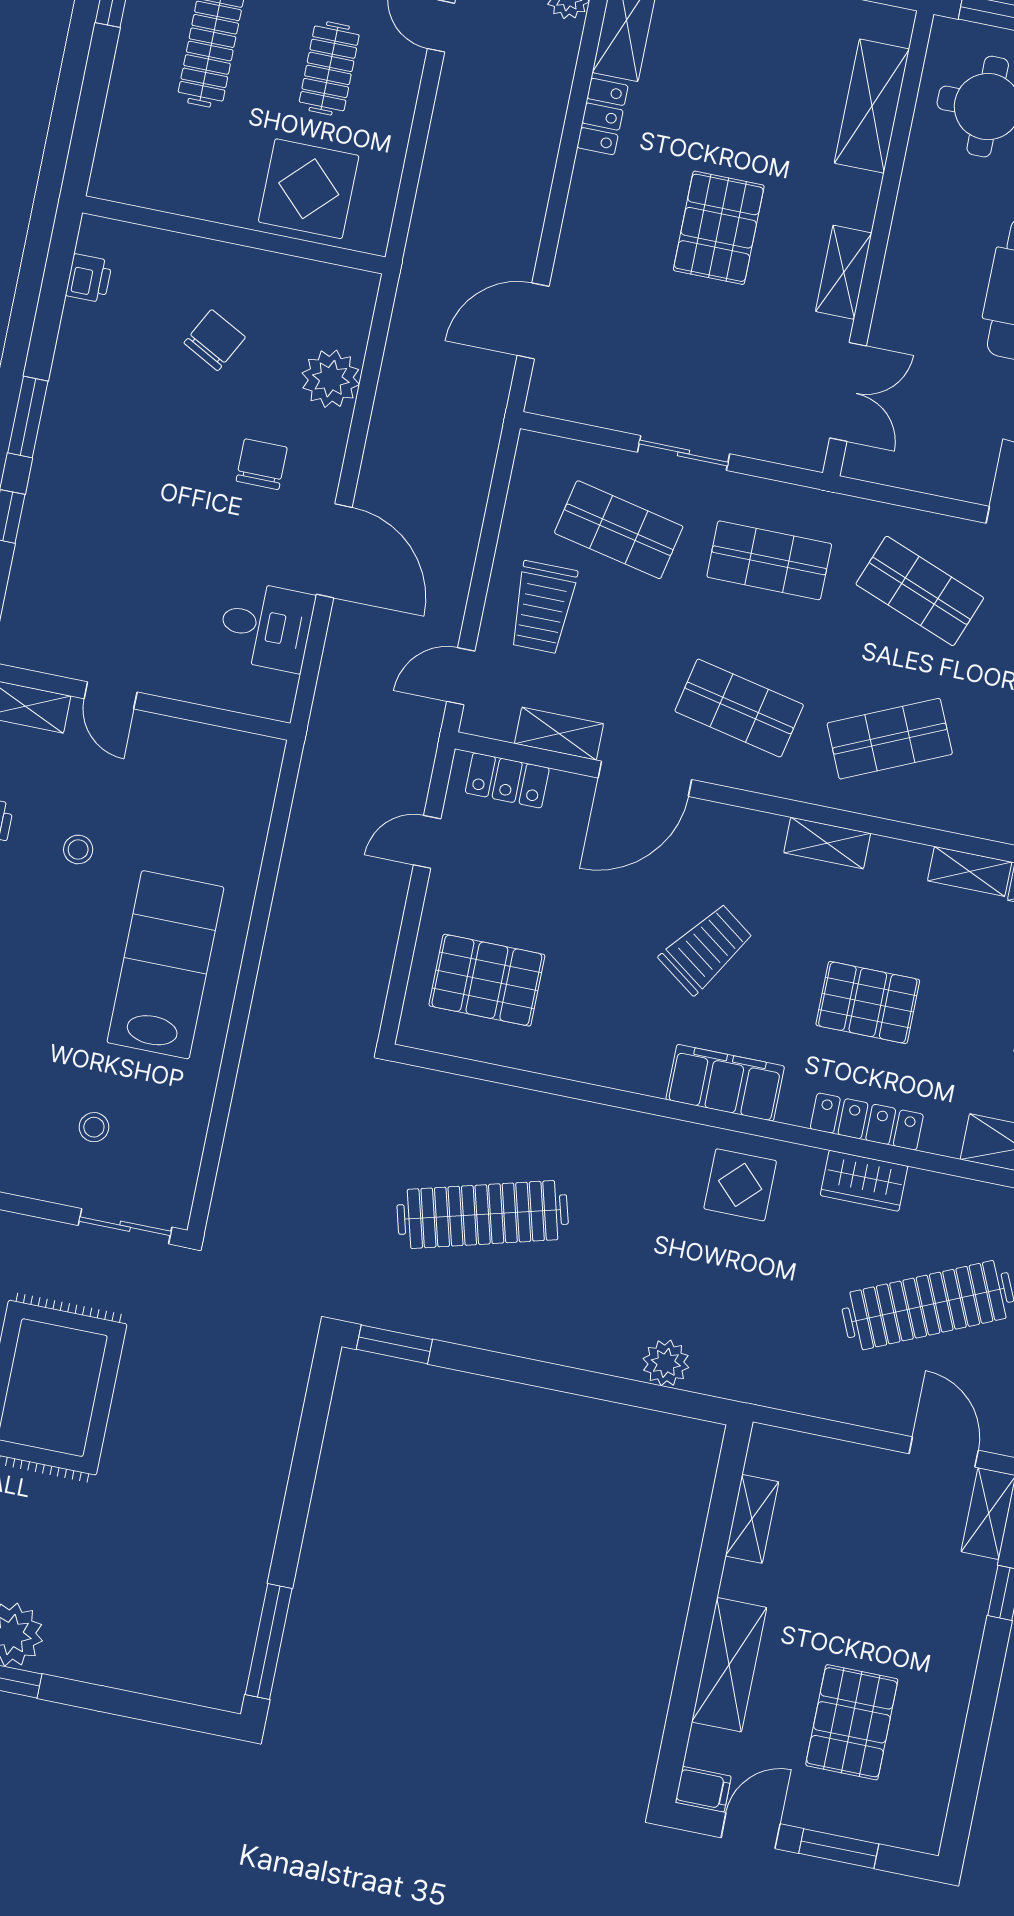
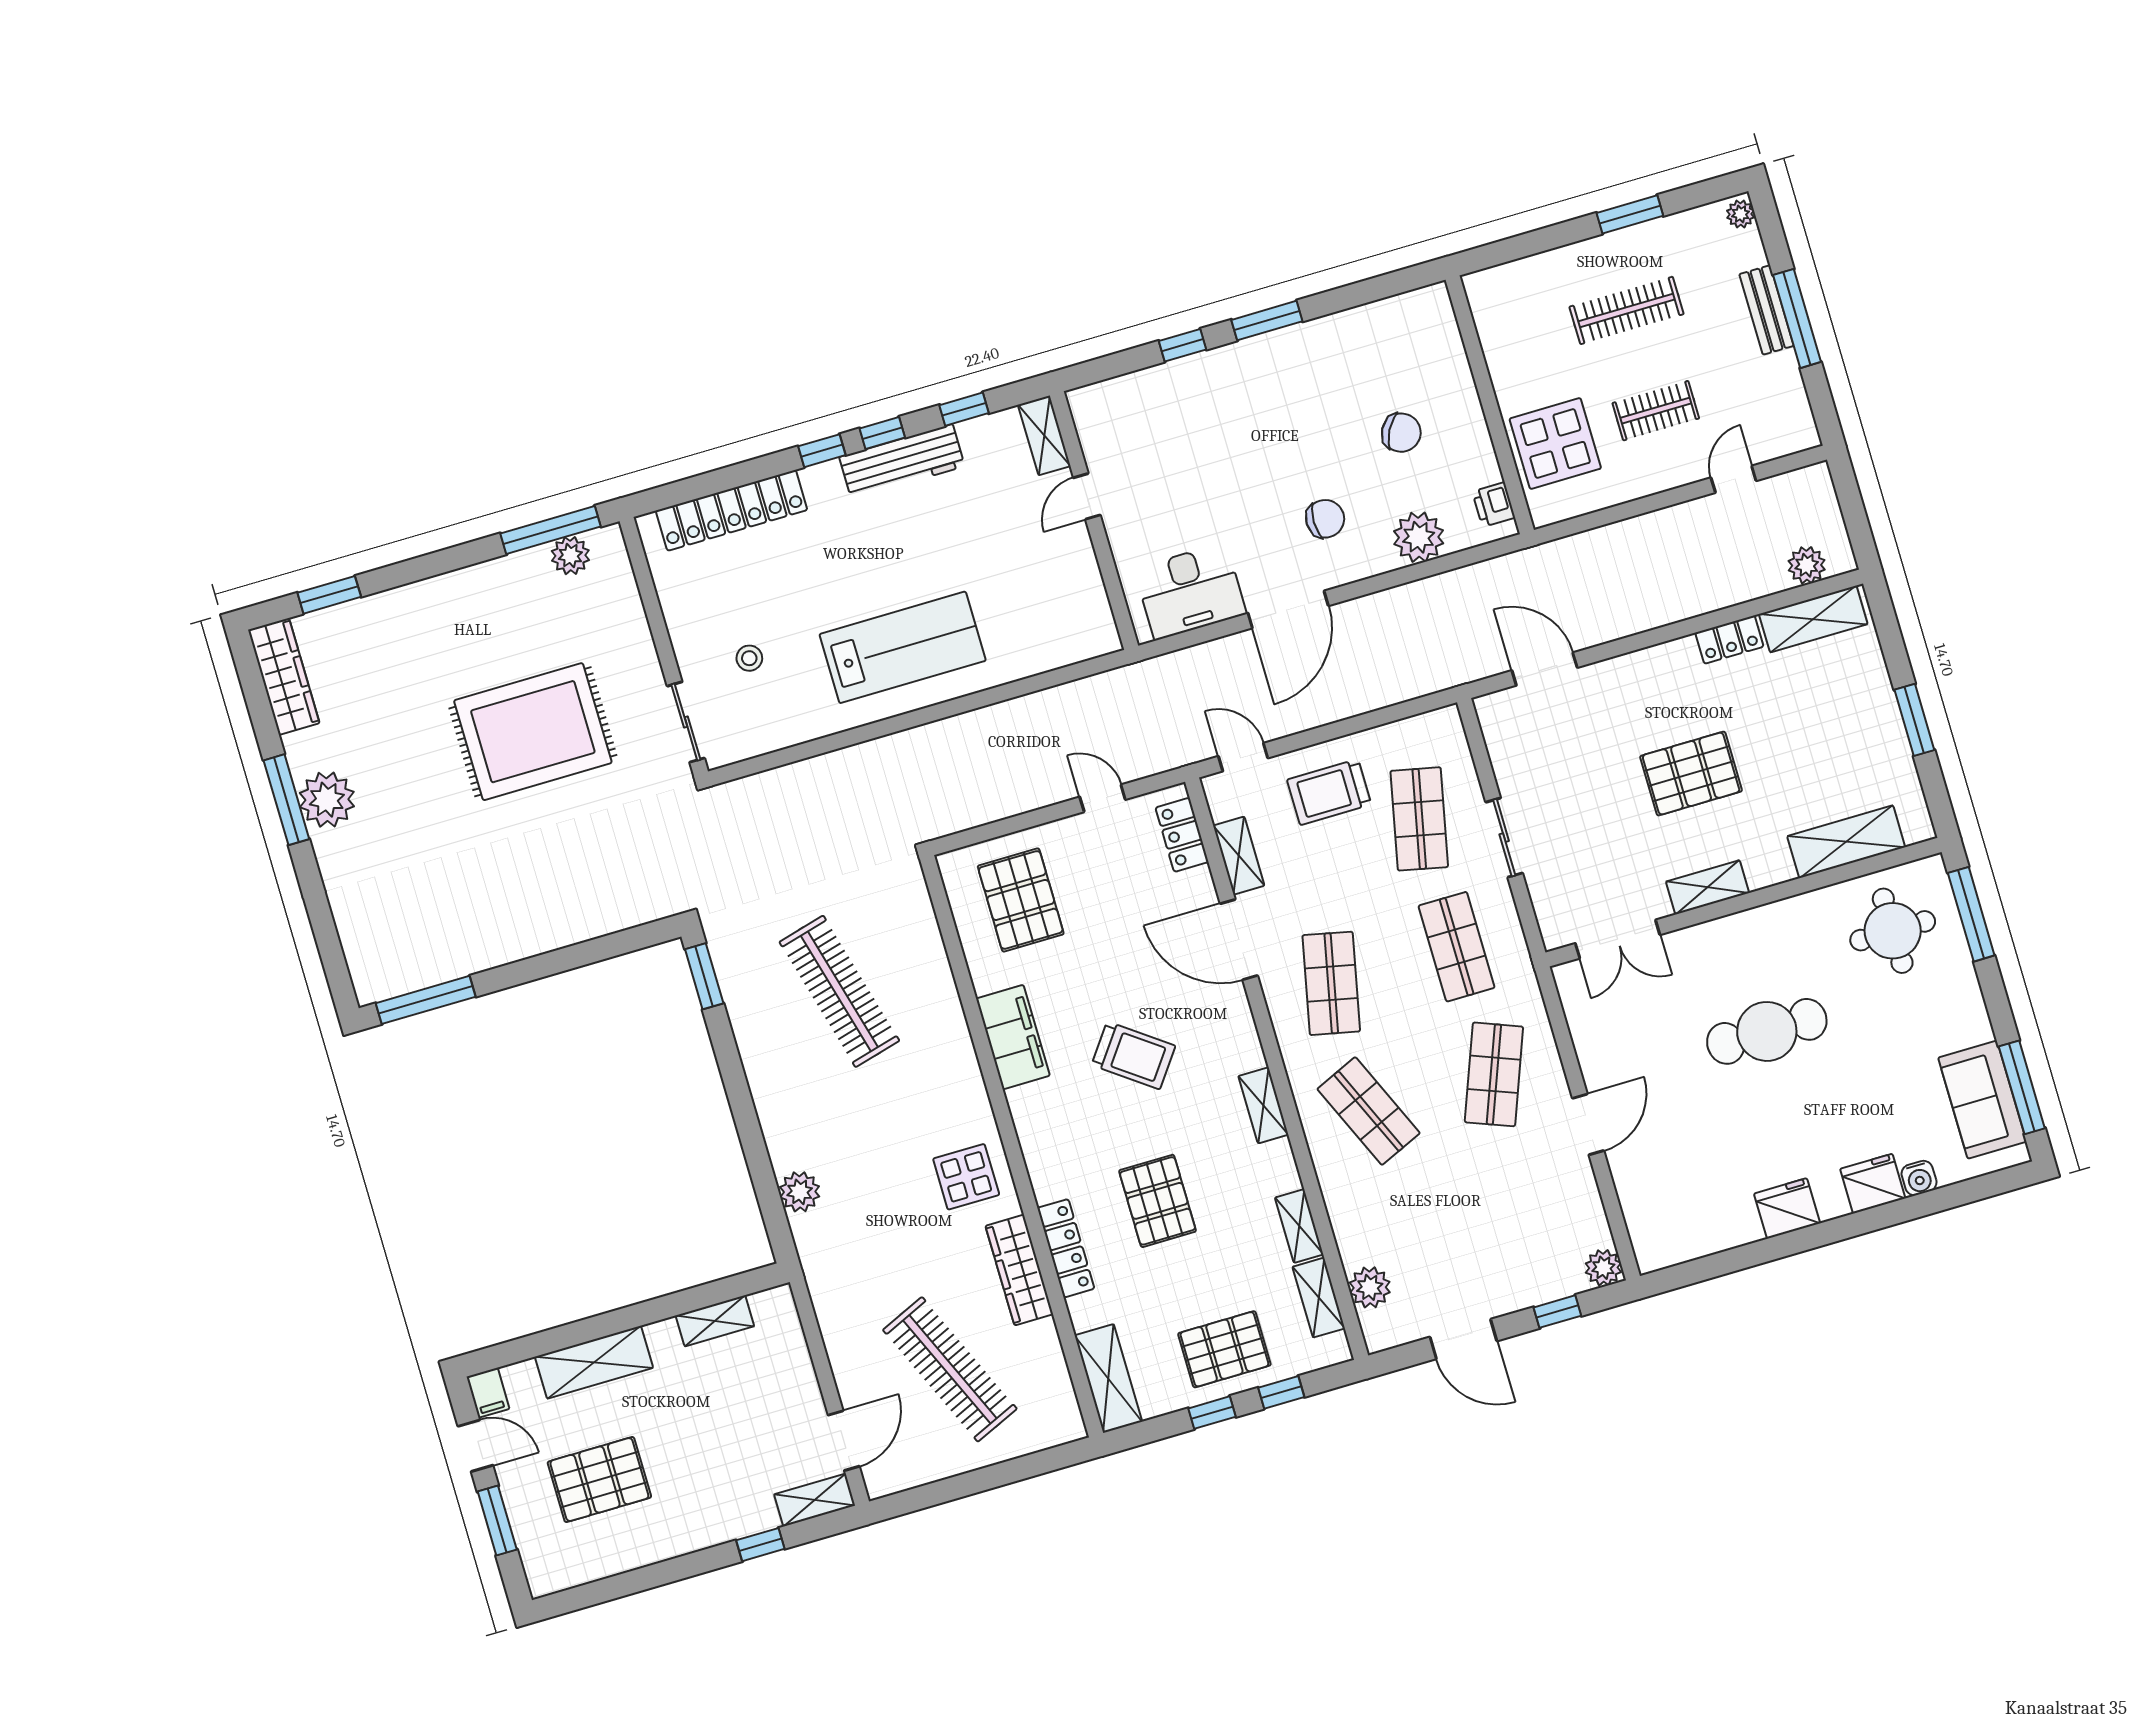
printer: (89, 278) -> (1494, 505), moved, turned 90
desk: (266, 626) -> (1190, 591), width x1.37
stool: (78, 849) -> (956, 534), removed
filing cabinet: (725, 1083) -> (1013, 1037), moved
wardrobe: (864, 1181) -> (1019, 1270), width x1.50

